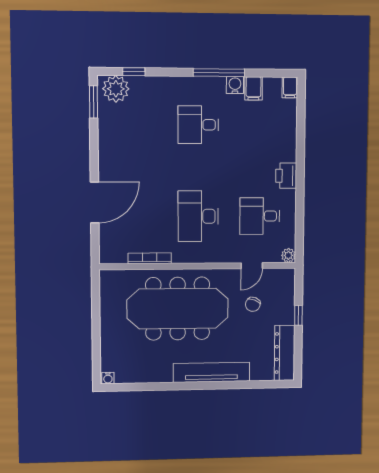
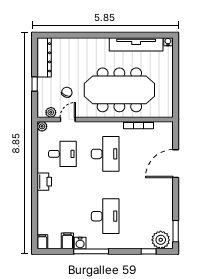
desk: (198, 125) -> (105, 216), width x1.37
plant: (276, 275) -> (51, 112), added
tv unit: (212, 372) -> (136, 44), moved

